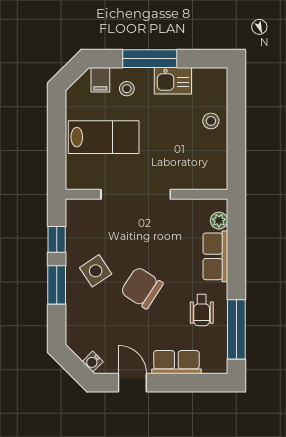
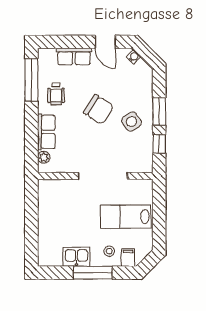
stool: (211, 121) -> (49, 228), removed
wheelchair: (202, 310) -> (56, 94), turned 180

